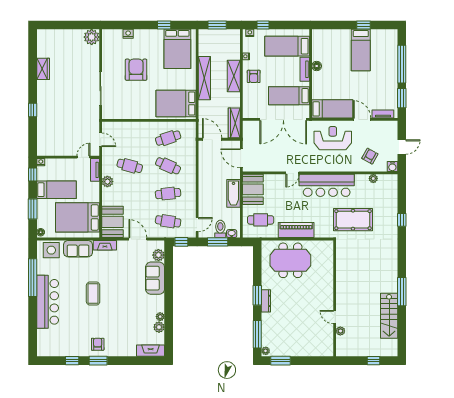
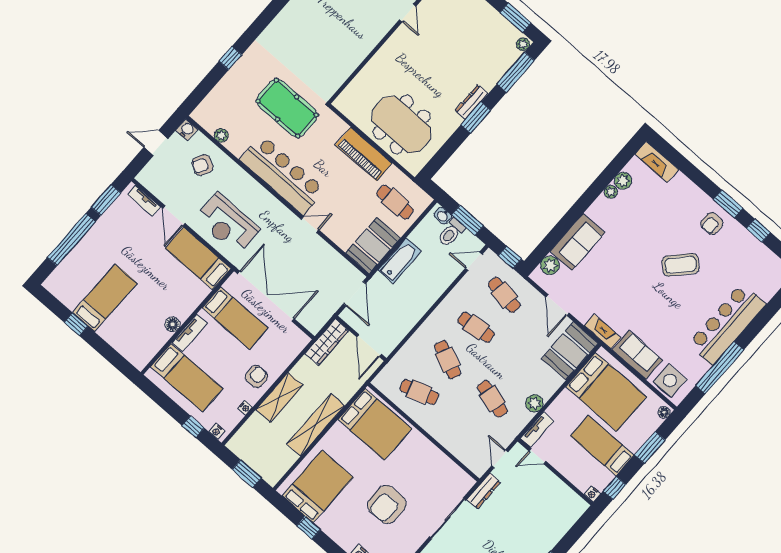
dresser: (95, 117) -> (484, 491), added
coffee table: (93, 293) -> (681, 265), moved, turned 43

